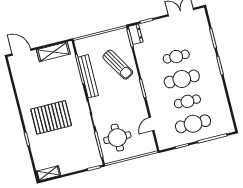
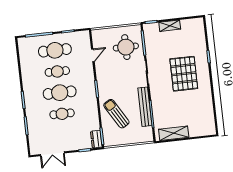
door: (22, 52) -> (203, 137), removed
pallet: (51, 117) -> (184, 74), turned 90
shelving: (48, 173) -> (170, 26), moved

